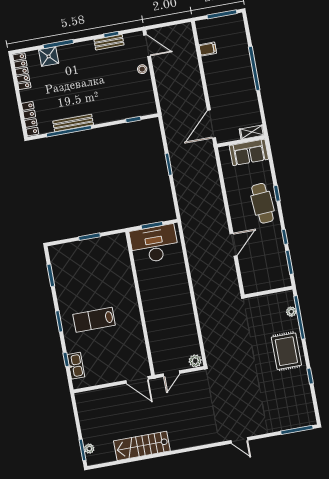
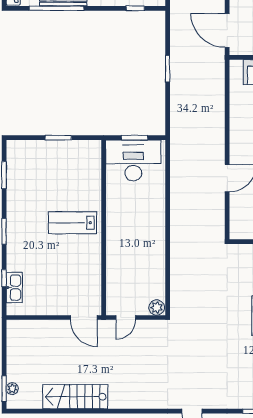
door: (212, 124) -> (227, 31), hinge flipped
lab bench: (94, 320) -> (73, 223), moved

